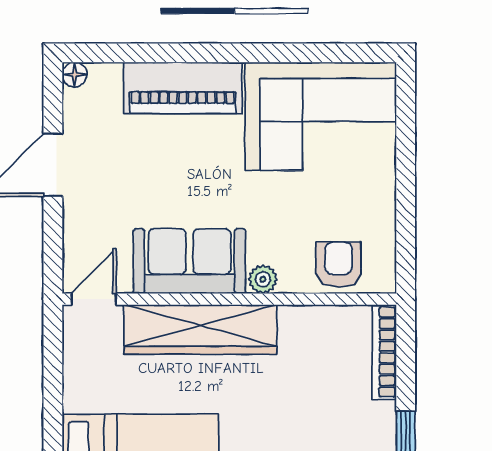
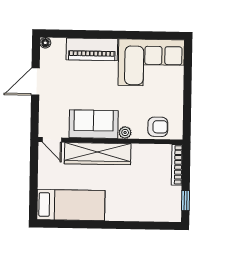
armchair: (339, 265) -> (158, 127), turned 90
door: (94, 299) -> (52, 140), swing flipped

